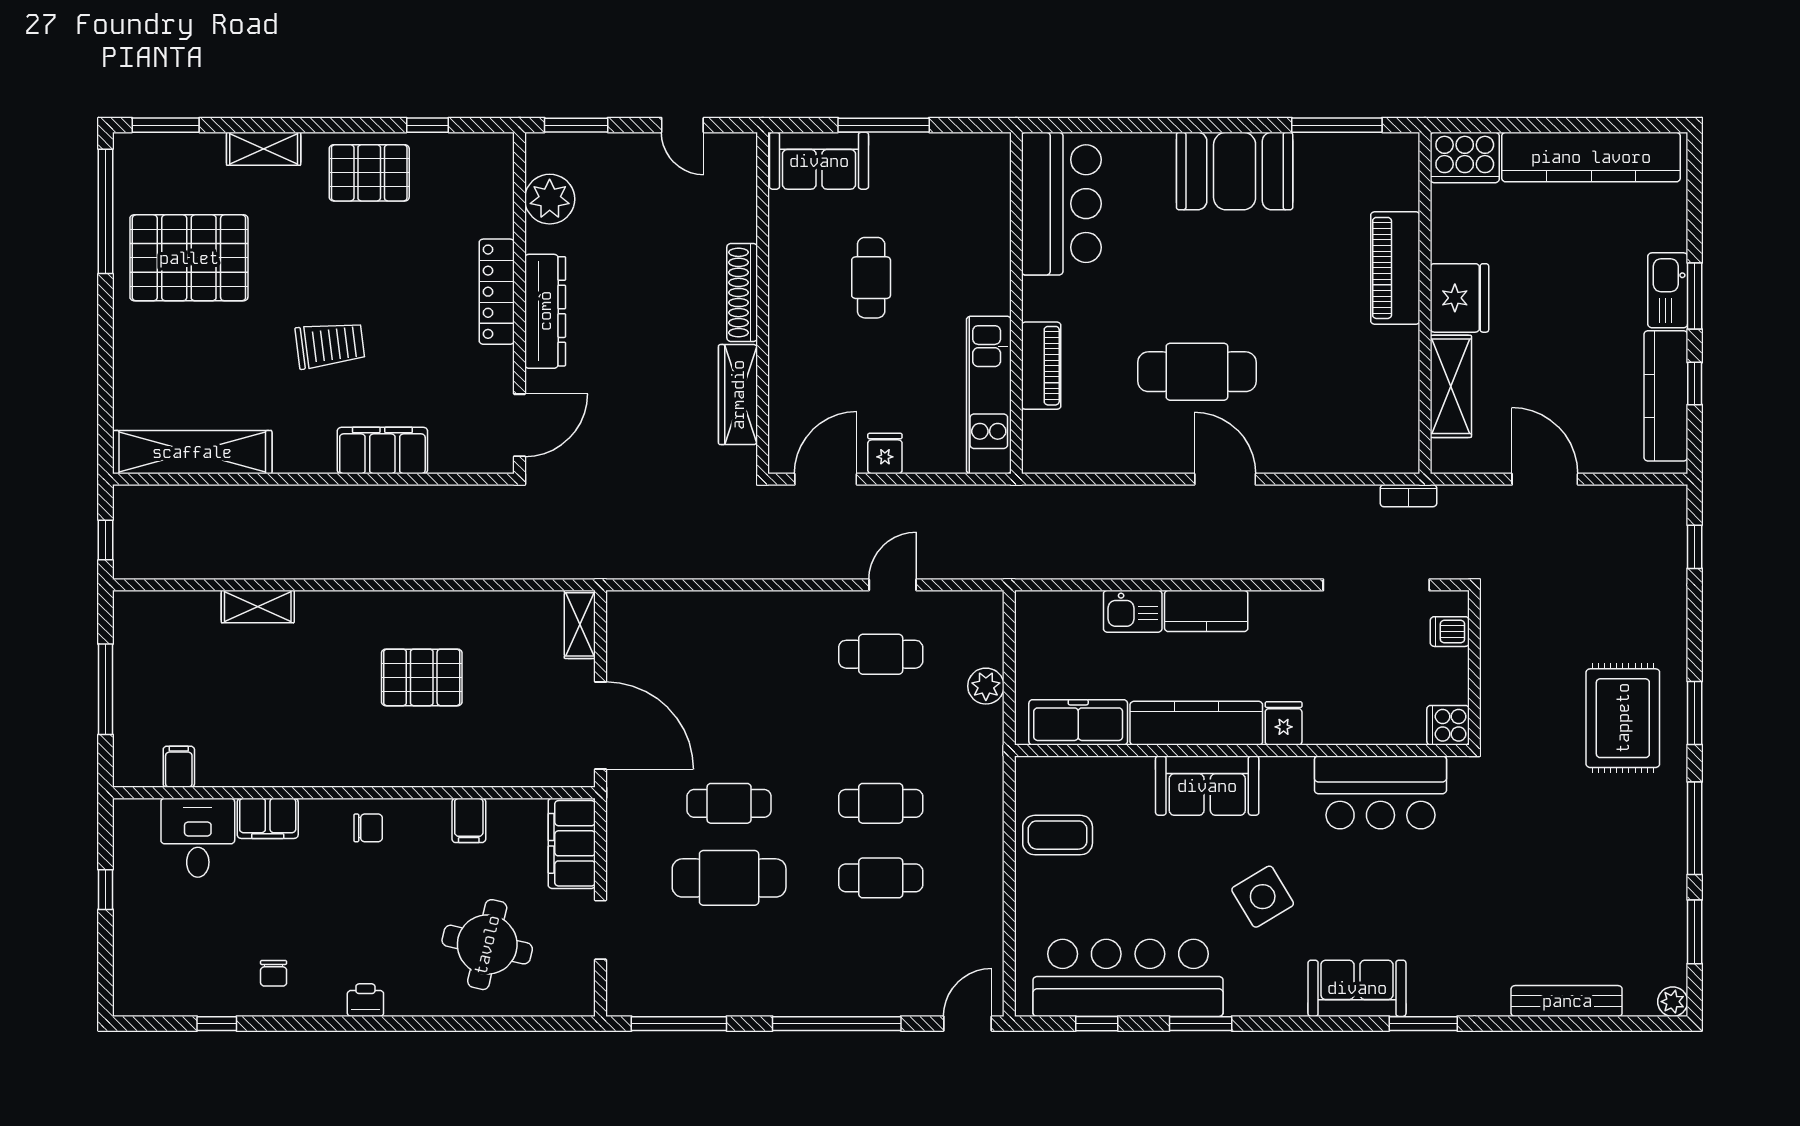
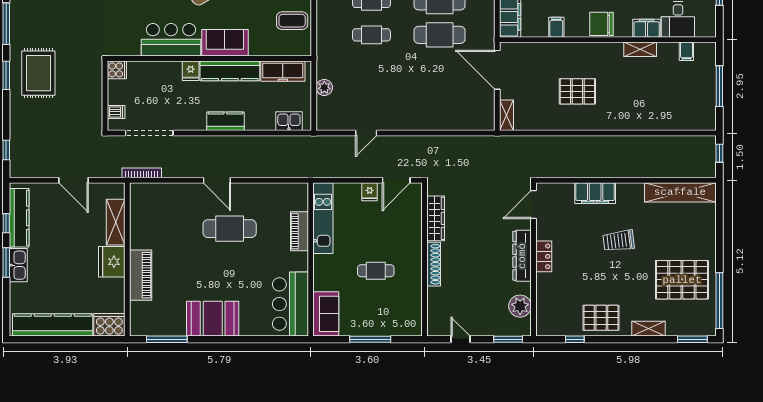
sofa: (819, 161) -> (326, 314), moved, turned 90
cafe table: (871, 278) -> (376, 271), turned 90
locker: (497, 292) -> (544, 256), width x0.66
bookcase: (1408, 496) -> (142, 173), width x1.56
shelving: (258, 607) -> (640, 49), moved
kitchen sink: (1133, 611) -> (289, 121), moved
cafe table: (881, 654) -> (371, 102), removed
bar counter: (1380, 792) -> (171, 40), moved
cafe table: (729, 803) -> (440, 35), width x1.37, depth x1.35
chair: (368, 828) -> (602, 24), width x1.87, depth x1.87

